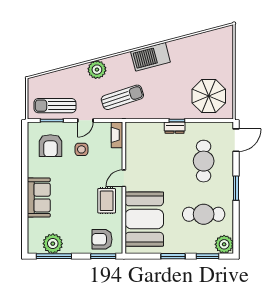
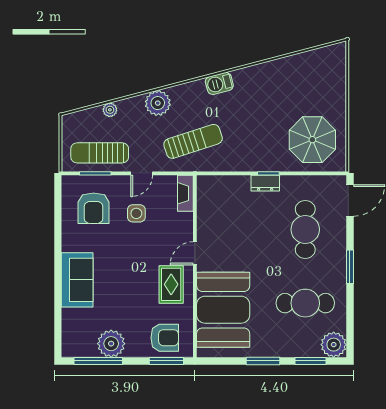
barbecue: (150, 57) -> (219, 83), width x0.53, depth x0.65
plant: (62, 74) -> (110, 110), added
armchair: (102, 239) -> (165, 338), turned 180
plant: (53, 244) -> (111, 344), moved

